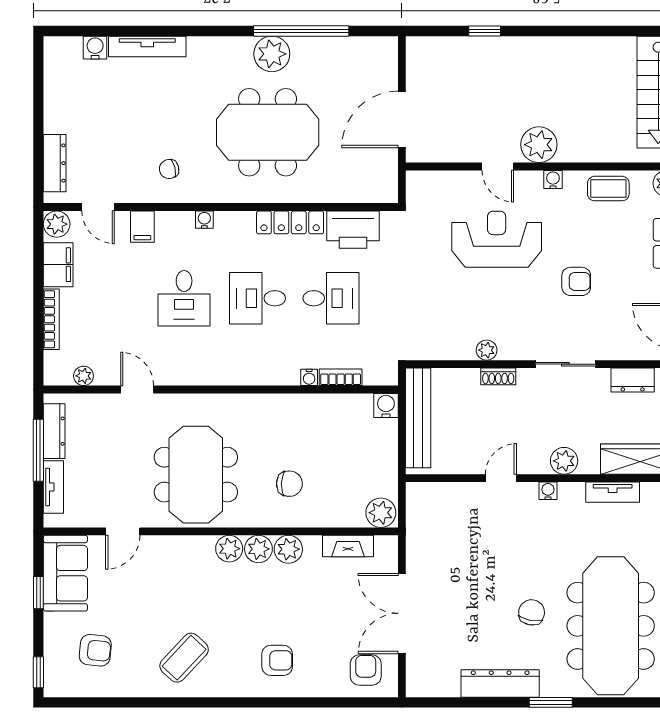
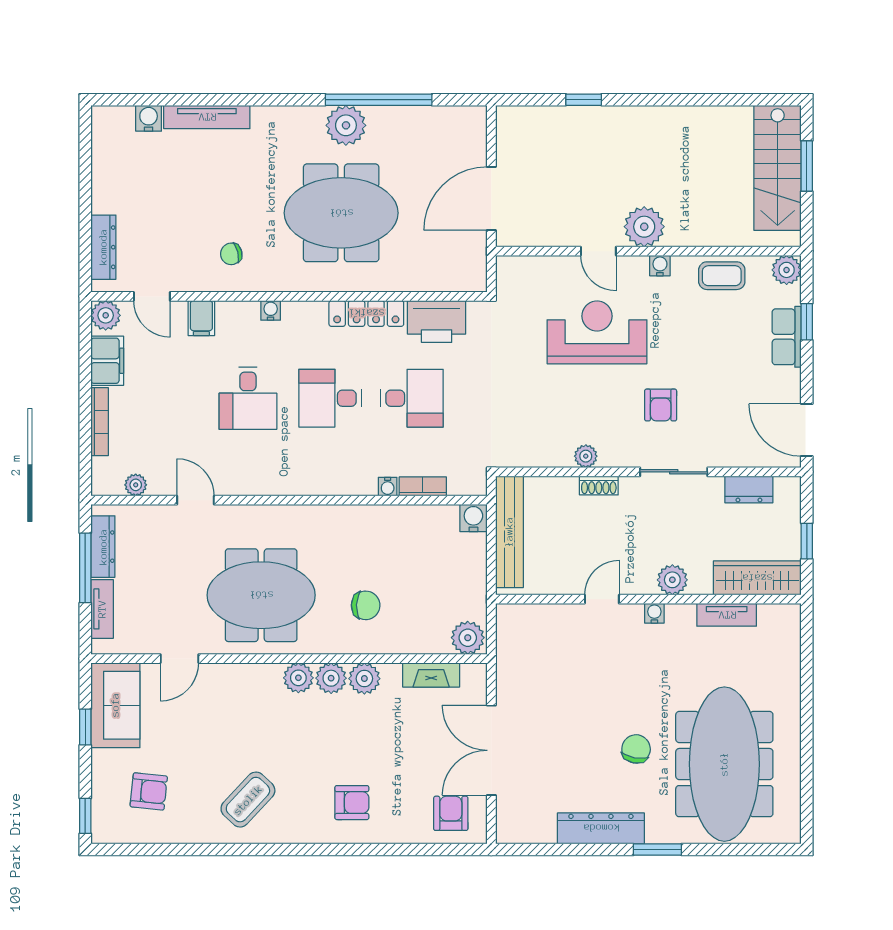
armchair: (576, 281) -> (661, 405), moved, turned 90
meeting table: (196, 475) -> (261, 595), turned 90

